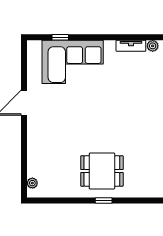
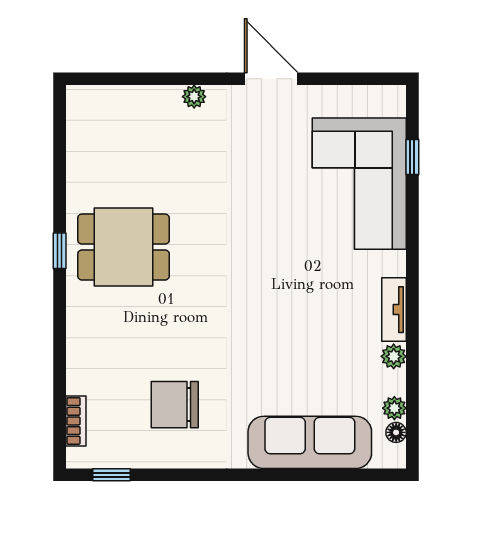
dining table: (102, 171) -> (124, 247), turned 90
plant: (32, 183) -> (194, 97), moved

